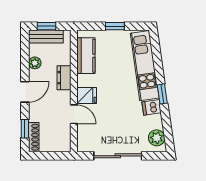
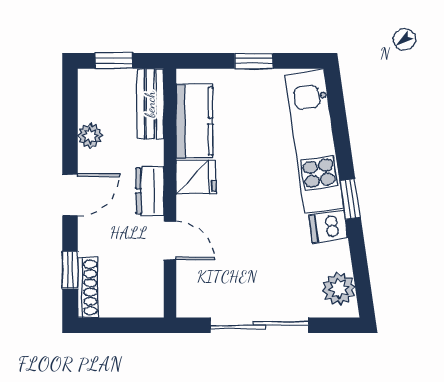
bench: (46, 37) -> (150, 104), moved, turned 90
dresser: (64, 78) -> (150, 191), moved
fridge: (87, 96) -> (196, 177), moved

